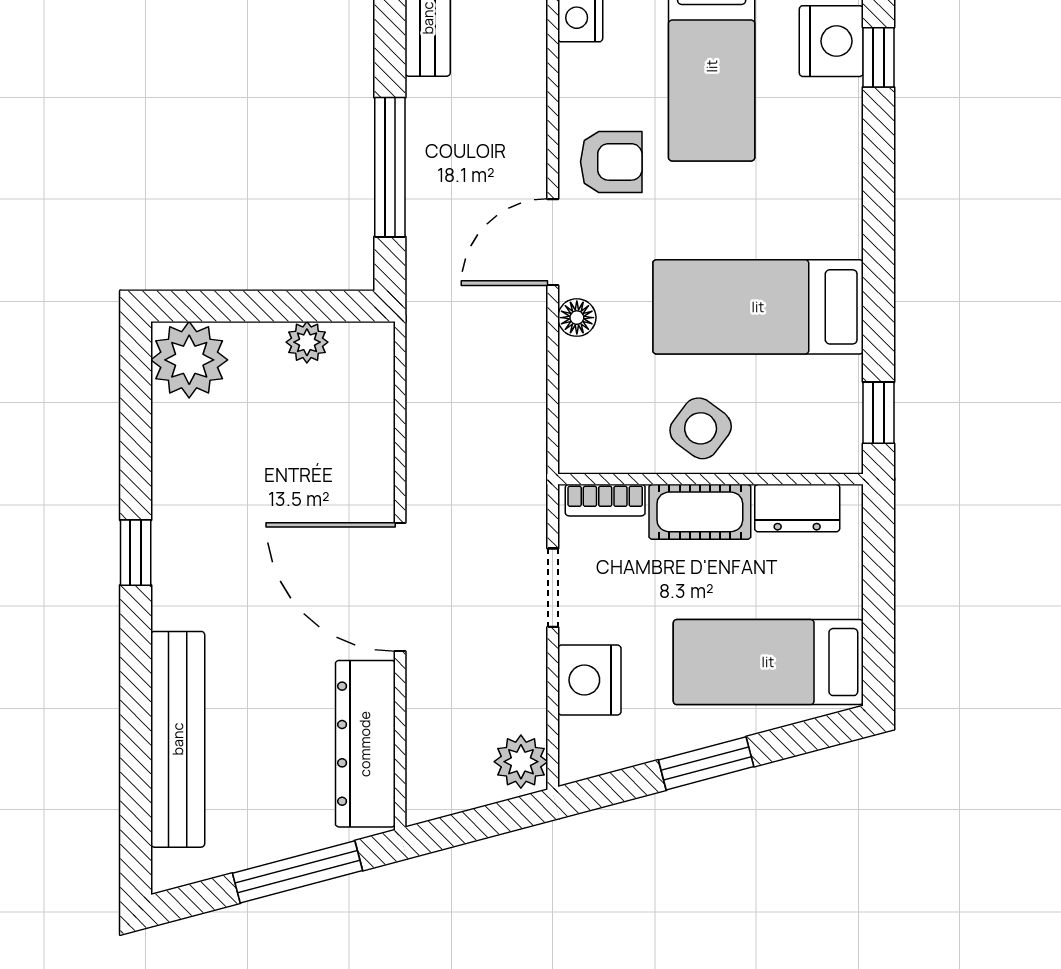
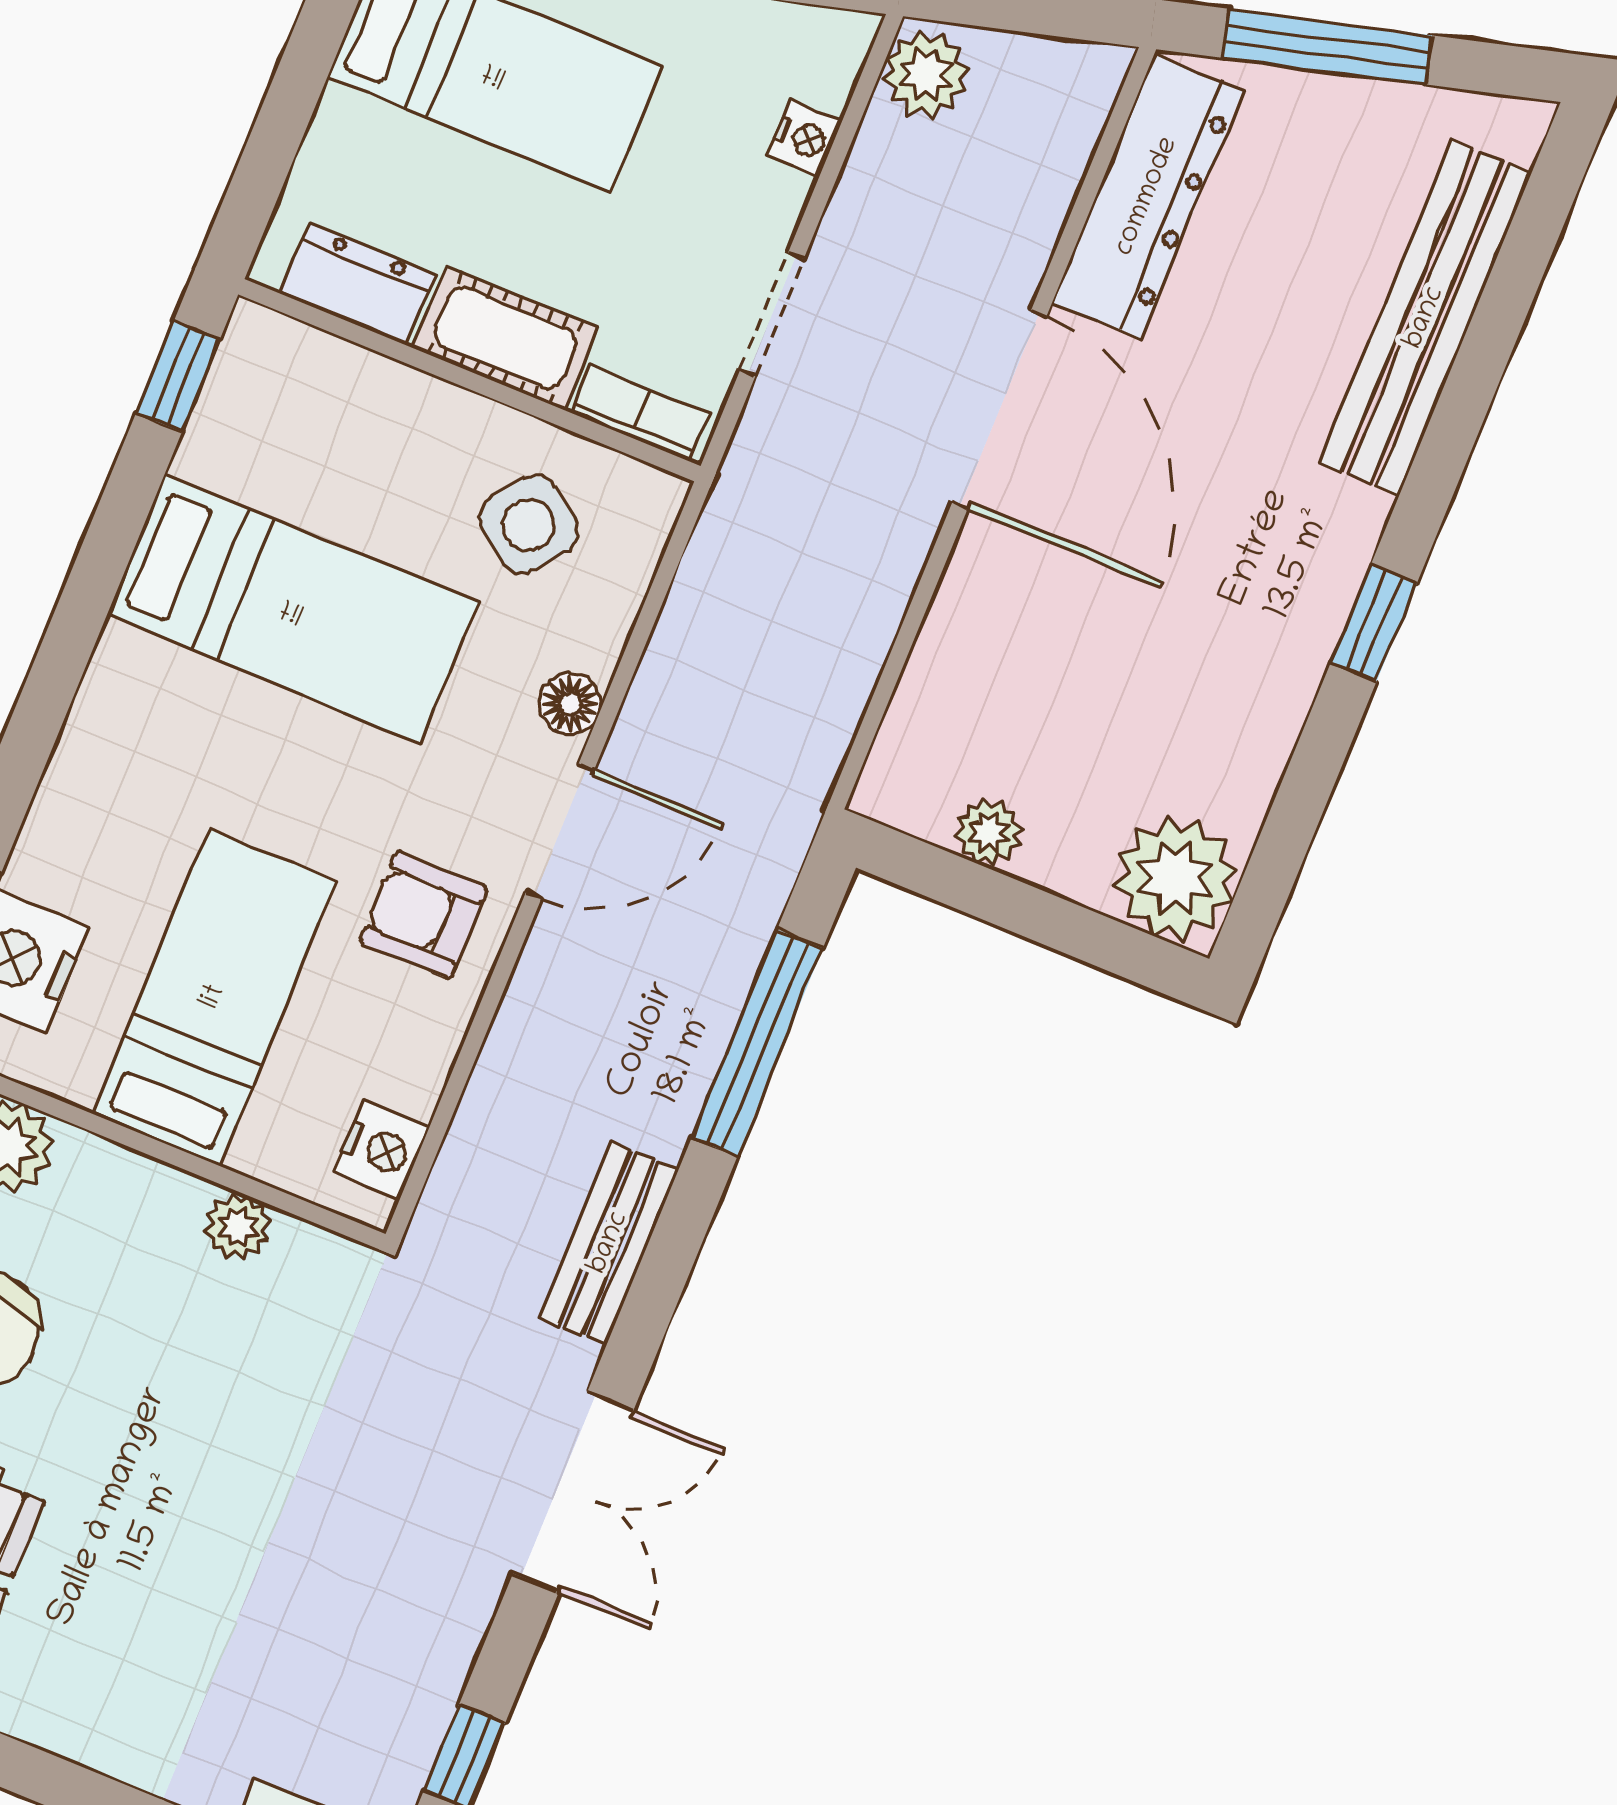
side table: (701, 428) -> (529, 525), moved
nightstand: (589, 680) -> (805, 138), width x0.53, depth x0.56

